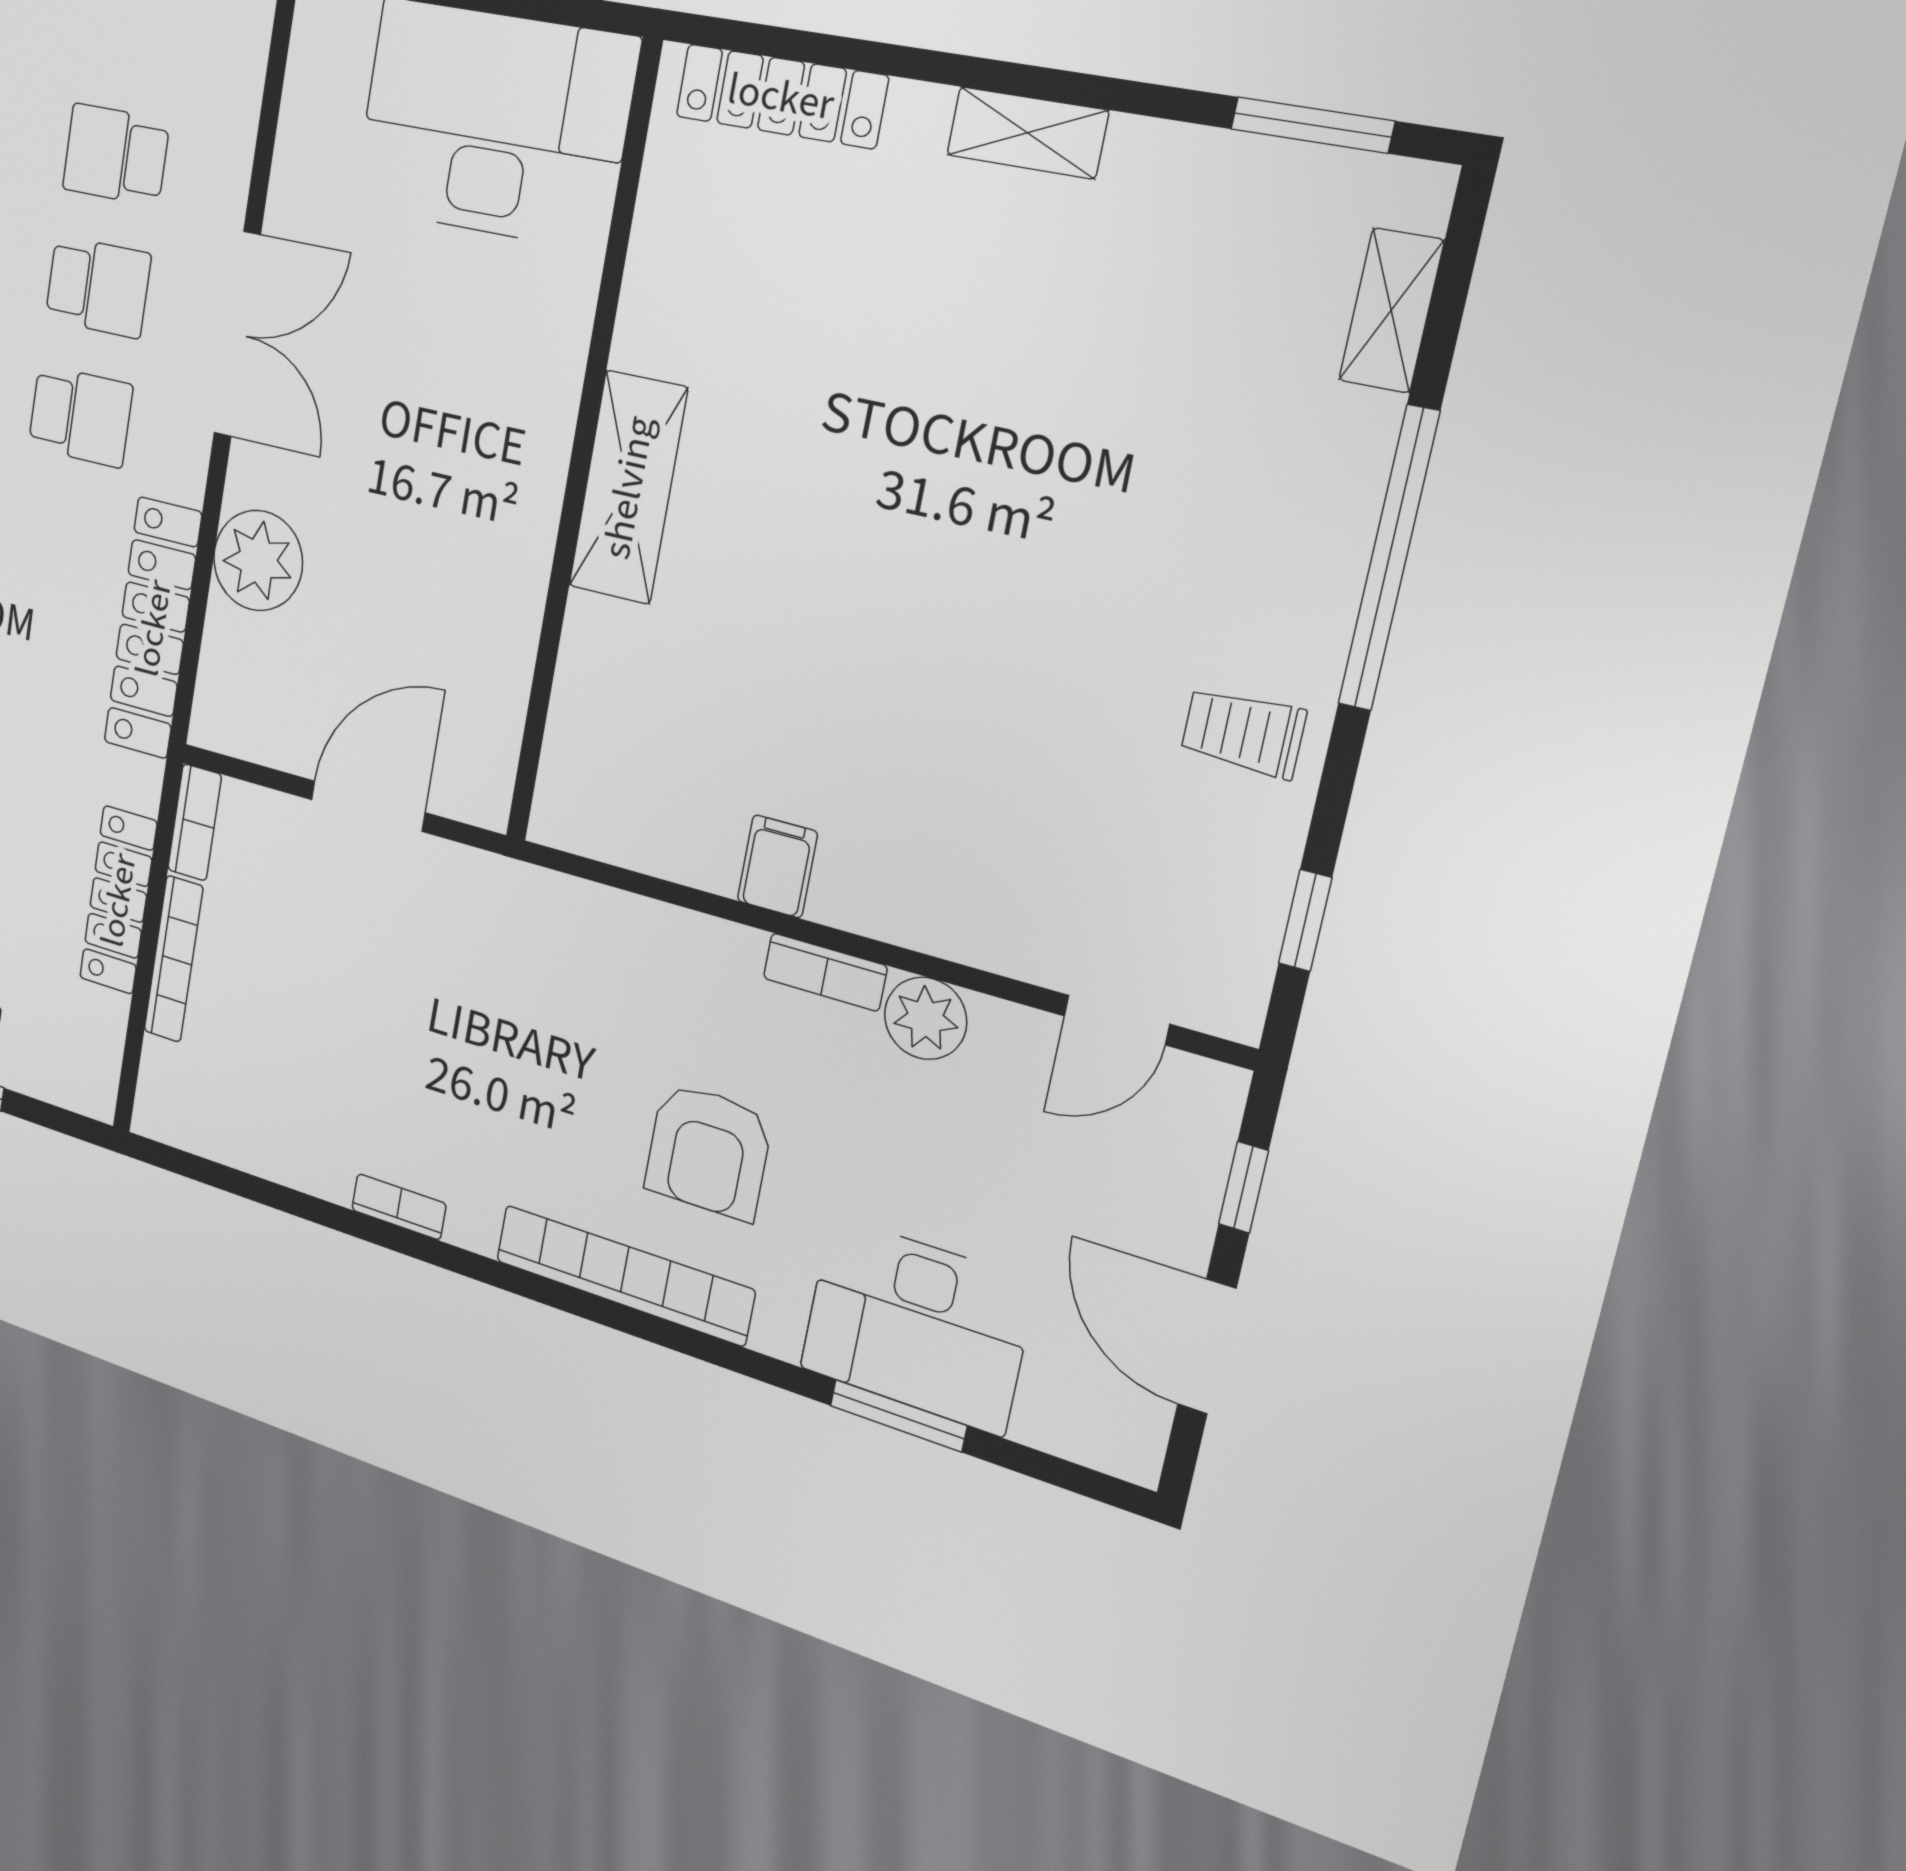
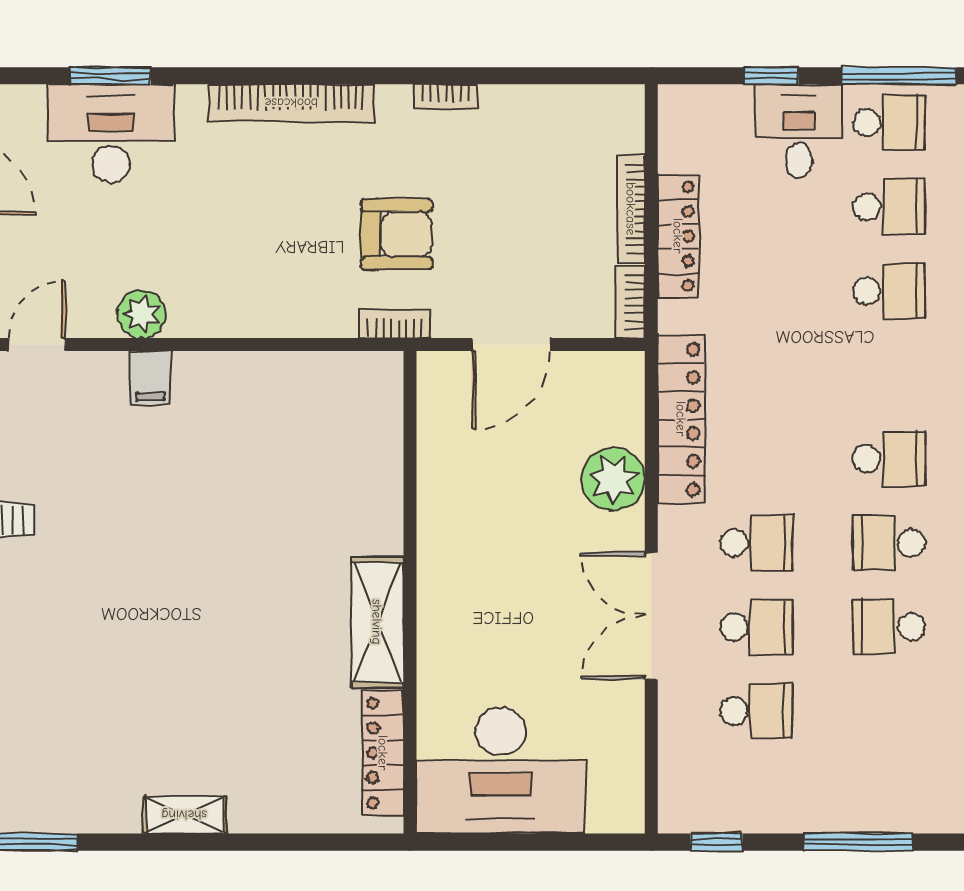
locker: (781, 96) -> (383, 753), moved, turned -90
school desk: (98, 287) -> (756, 627), turned 180
school desk: (80, 416) -> (756, 543), turned 180
shelving: (628, 487) -> (377, 622), moved
filing cabinet: (777, 866) -> (151, 378), moved
bookcase: (825, 972) -> (395, 324), moved
armchair: (708, 1151) -> (397, 234), moved, turned 90

